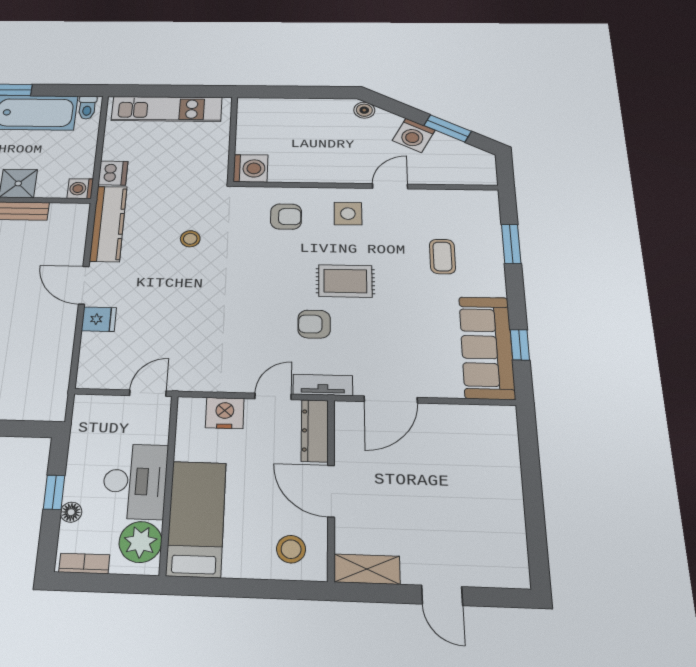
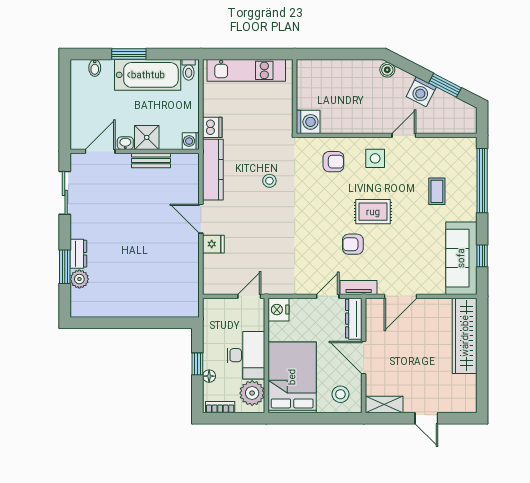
window: (511, 244) -> (482, 181), width x2.11
nightstand: (225, 413) -> (279, 310), moved, turned -90
wardrobe: (500, 462) -> (465, 336), added
bed: (196, 518) -> (292, 377), width x1.50

